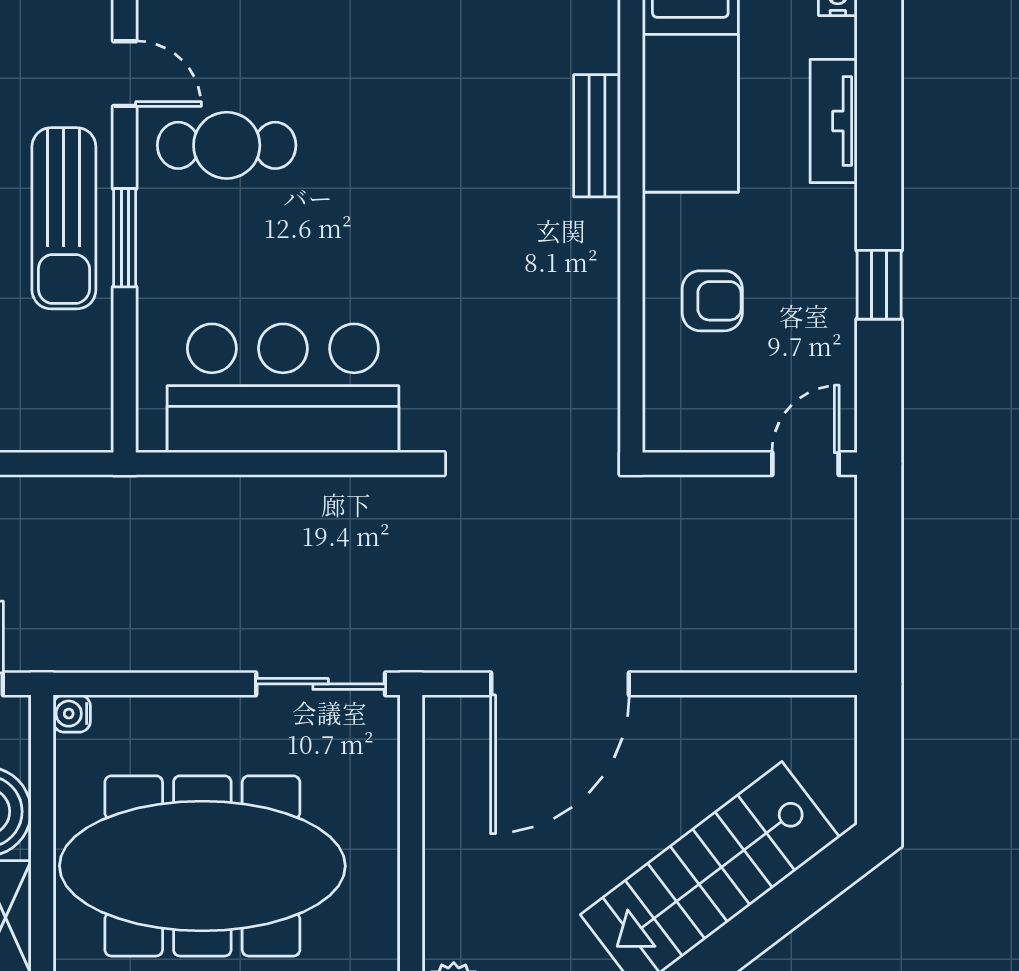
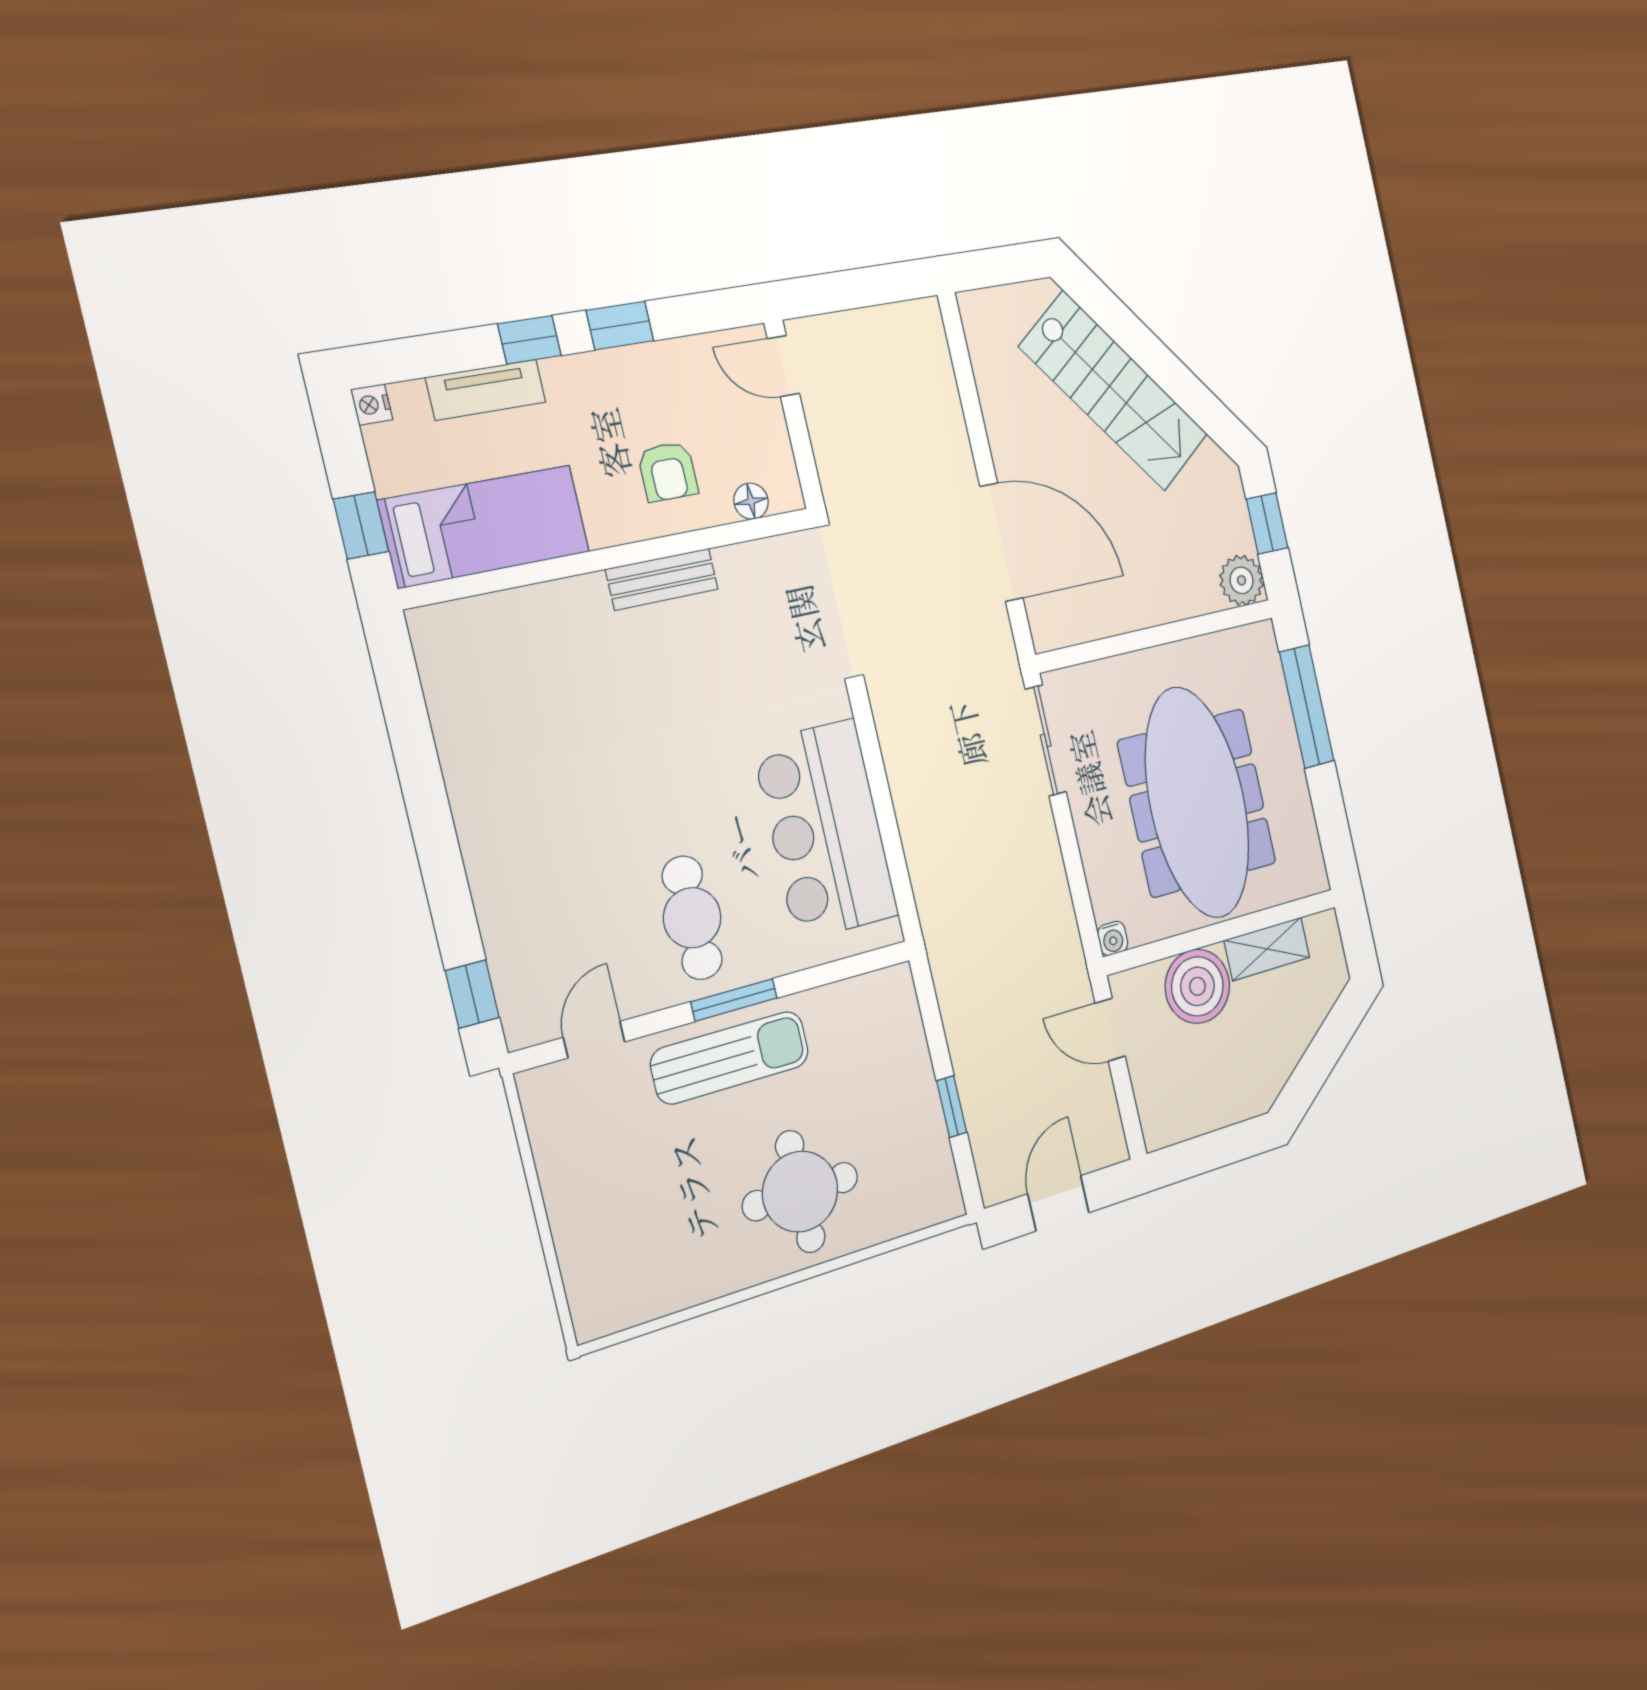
bench: (597, 136) -> (662, 579), moved
cafe table: (227, 145) -> (692, 918), moved
window: (879, 181) -> (530, 340), added
armchair: (712, 301) -> (668, 472), turned 180
floor lamp: (663, 389) -> (751, 501), added

